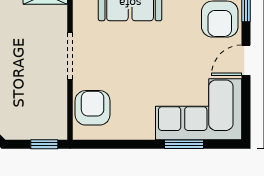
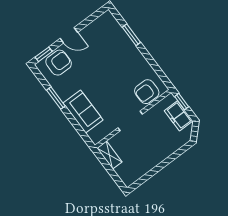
corner sofa: (199, 109) -> (109, 40), removed
freezer: (28, 126) -> (178, 116), added

